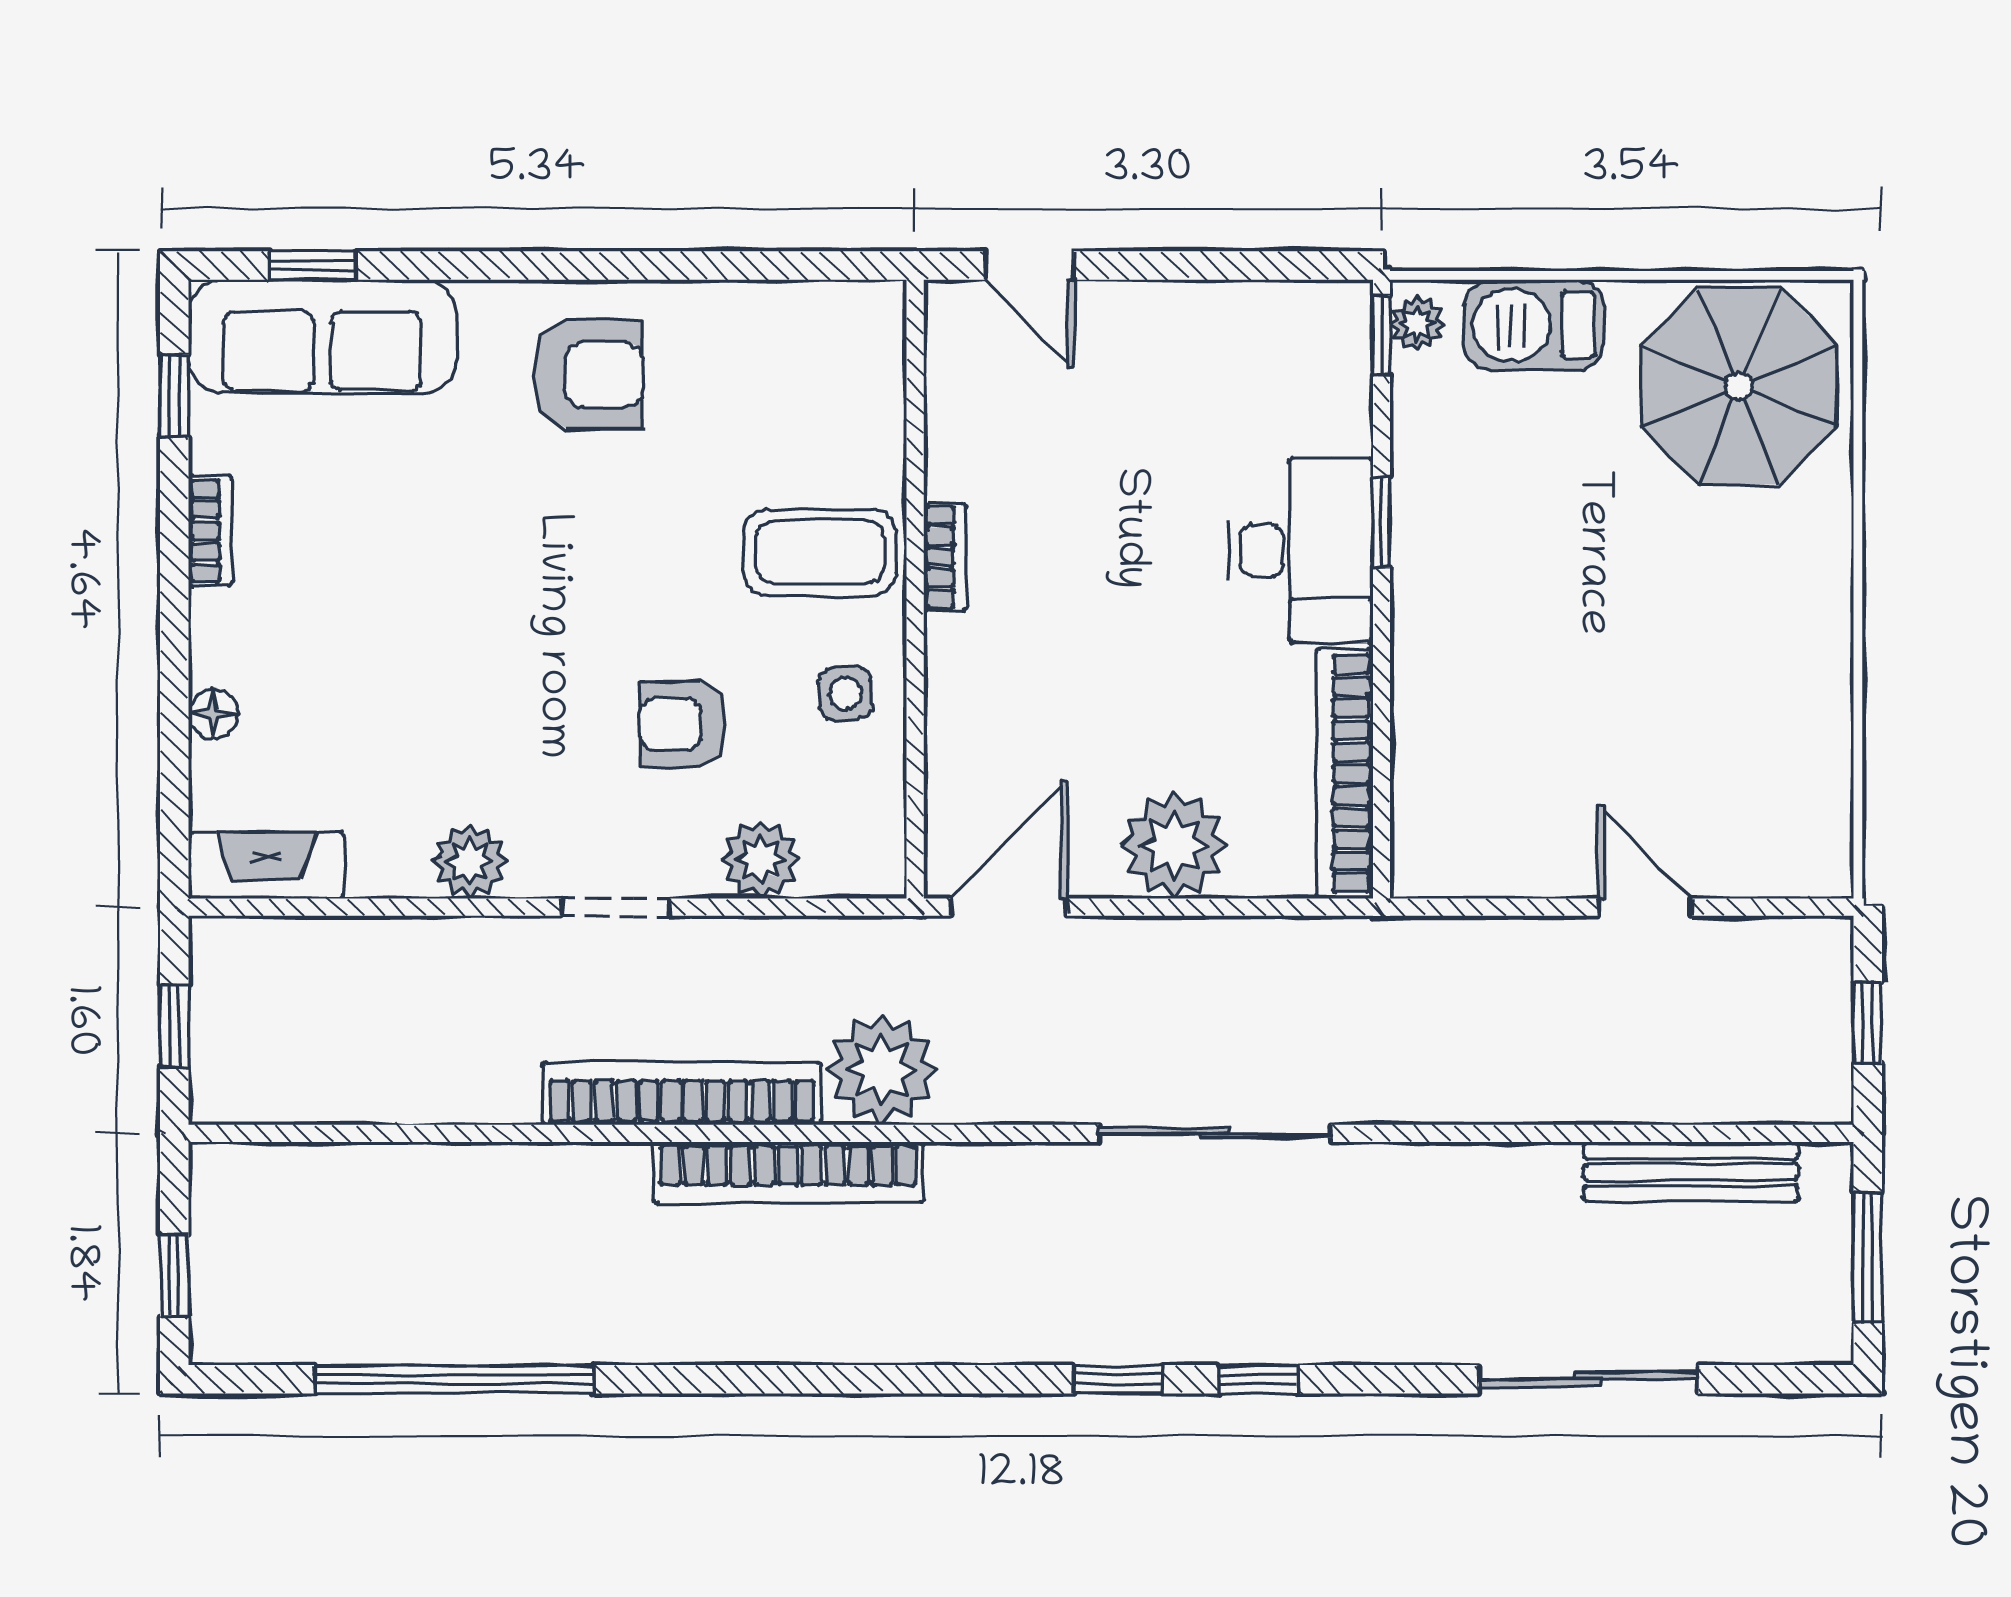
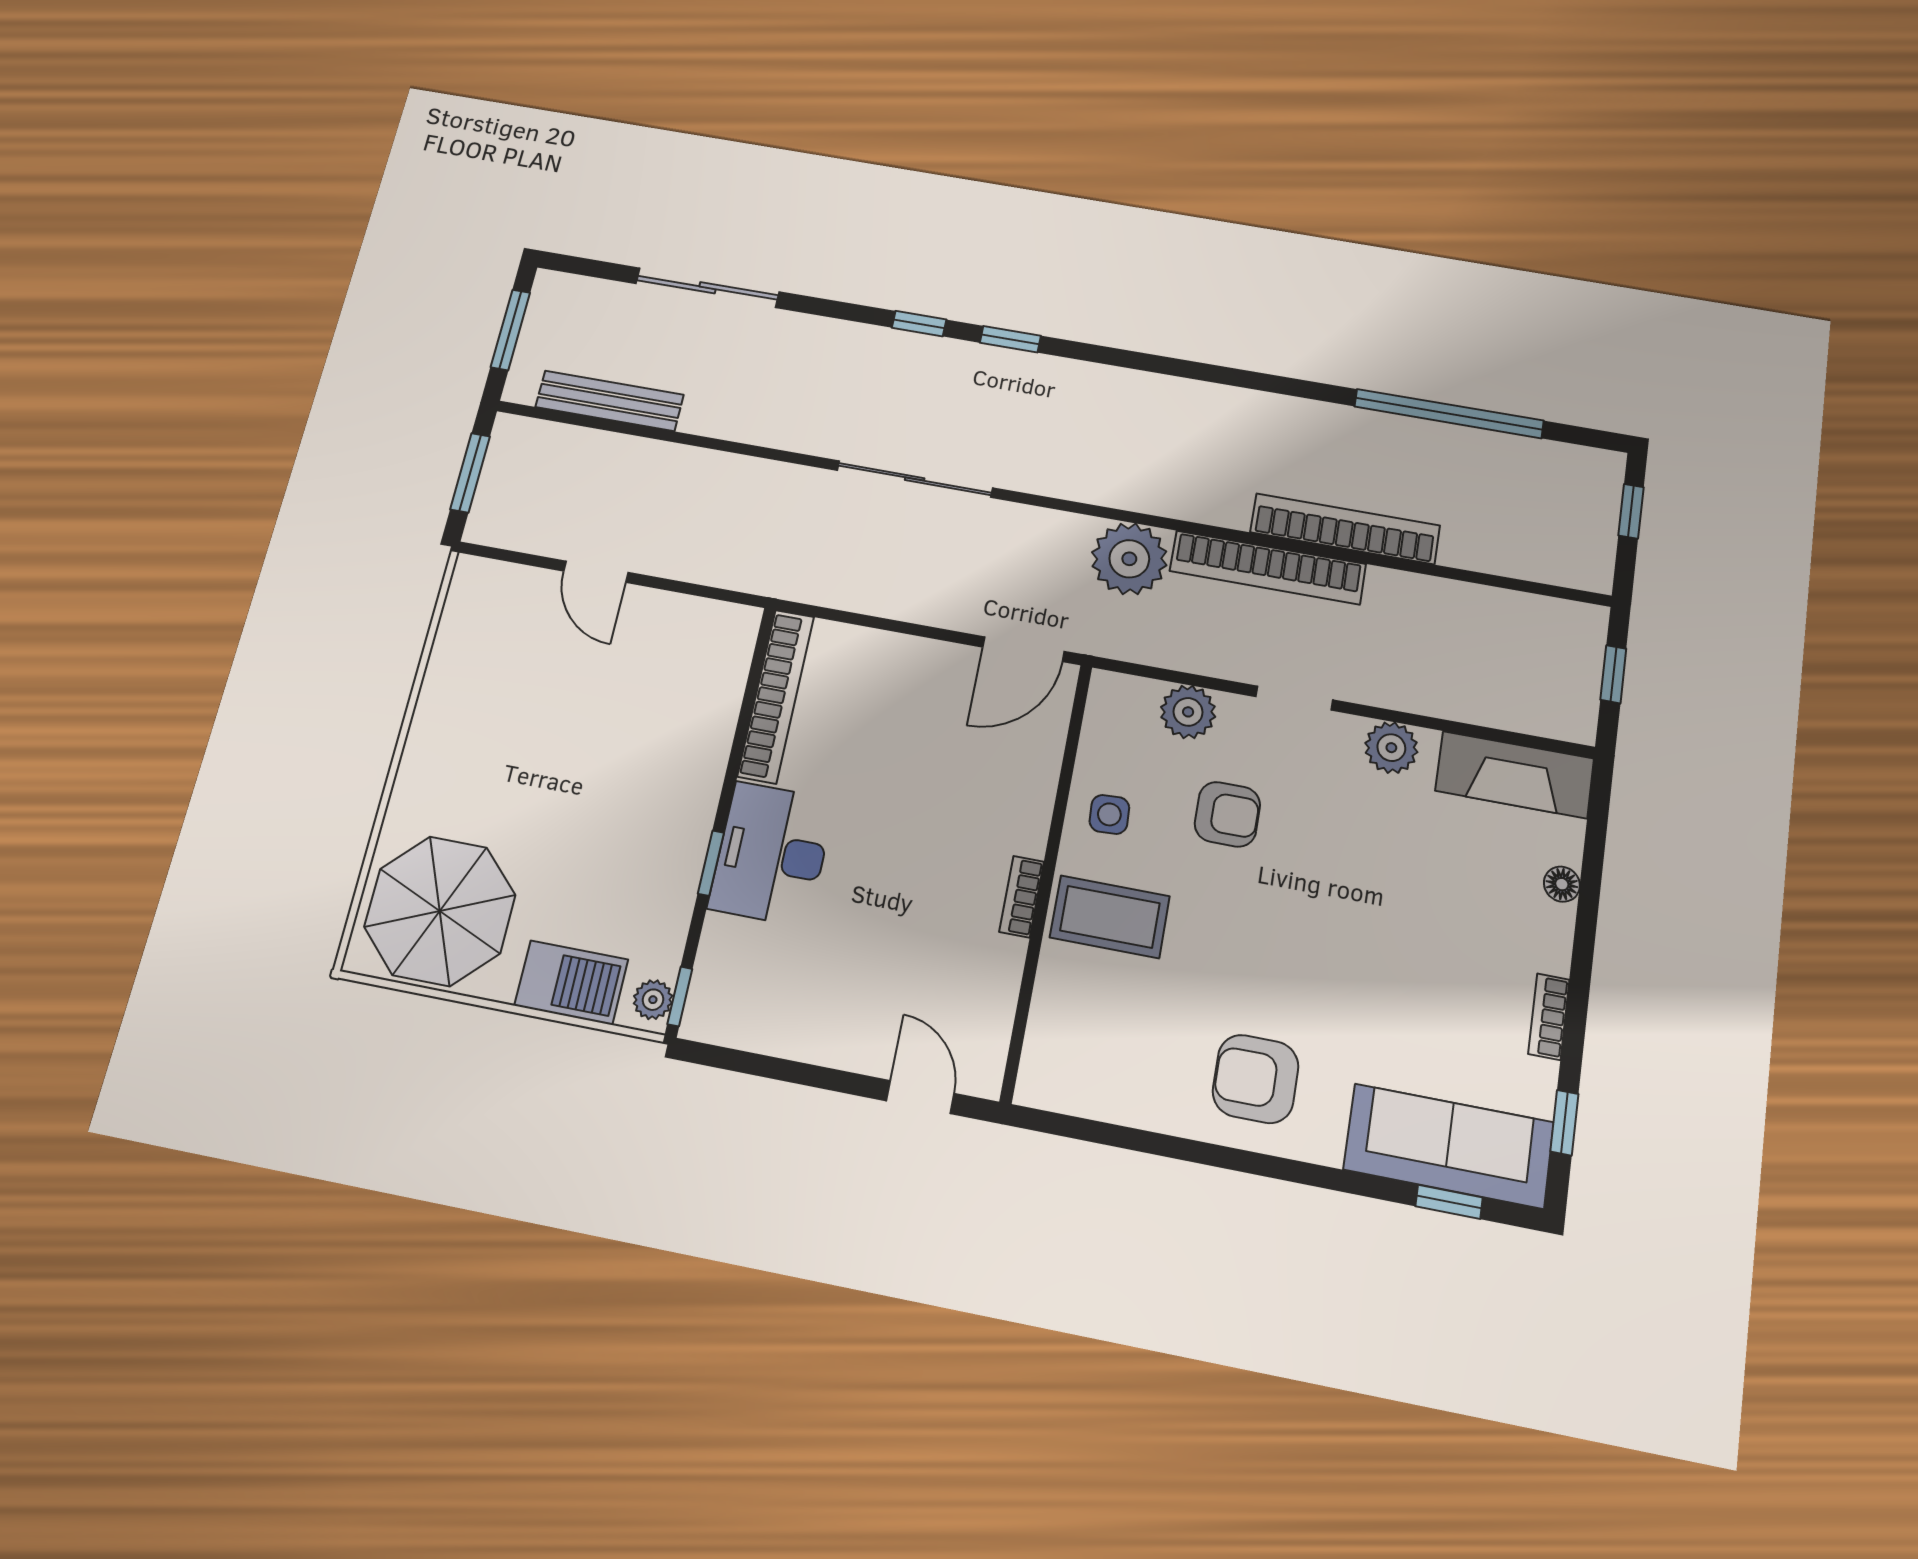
plant: (1174, 846) -> (903, 669), removed
fireplace: (266, 865) -> (1515, 775), width x1.37, depth x1.32
window: (1868, 1022) -> (470, 473), width x1.50
bookcase: (788, 1173) -> (1345, 529), moved

